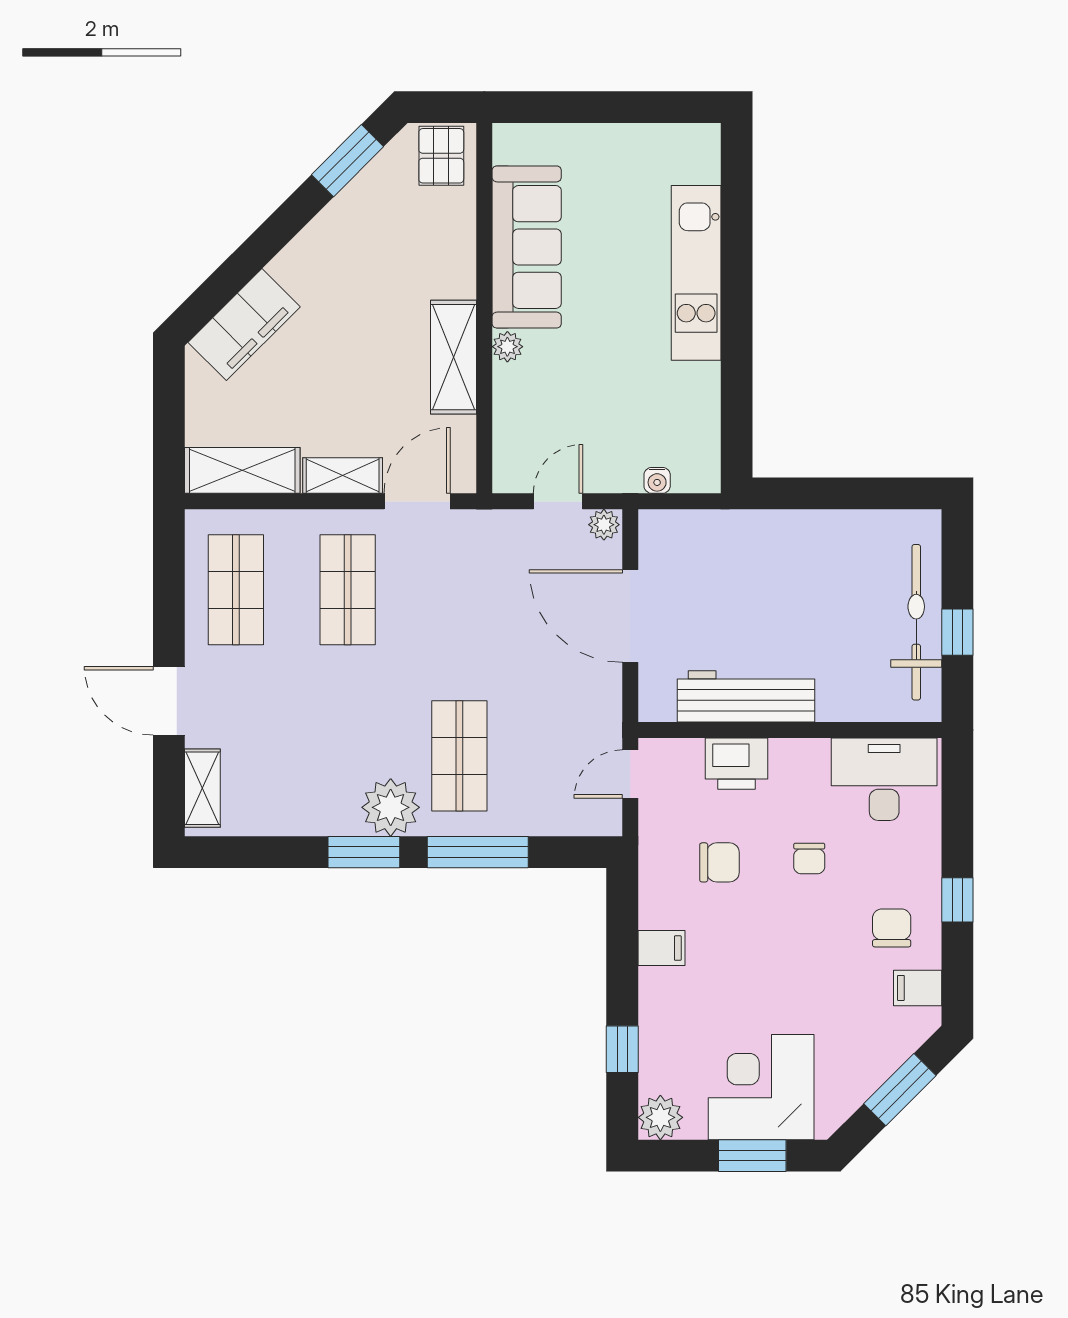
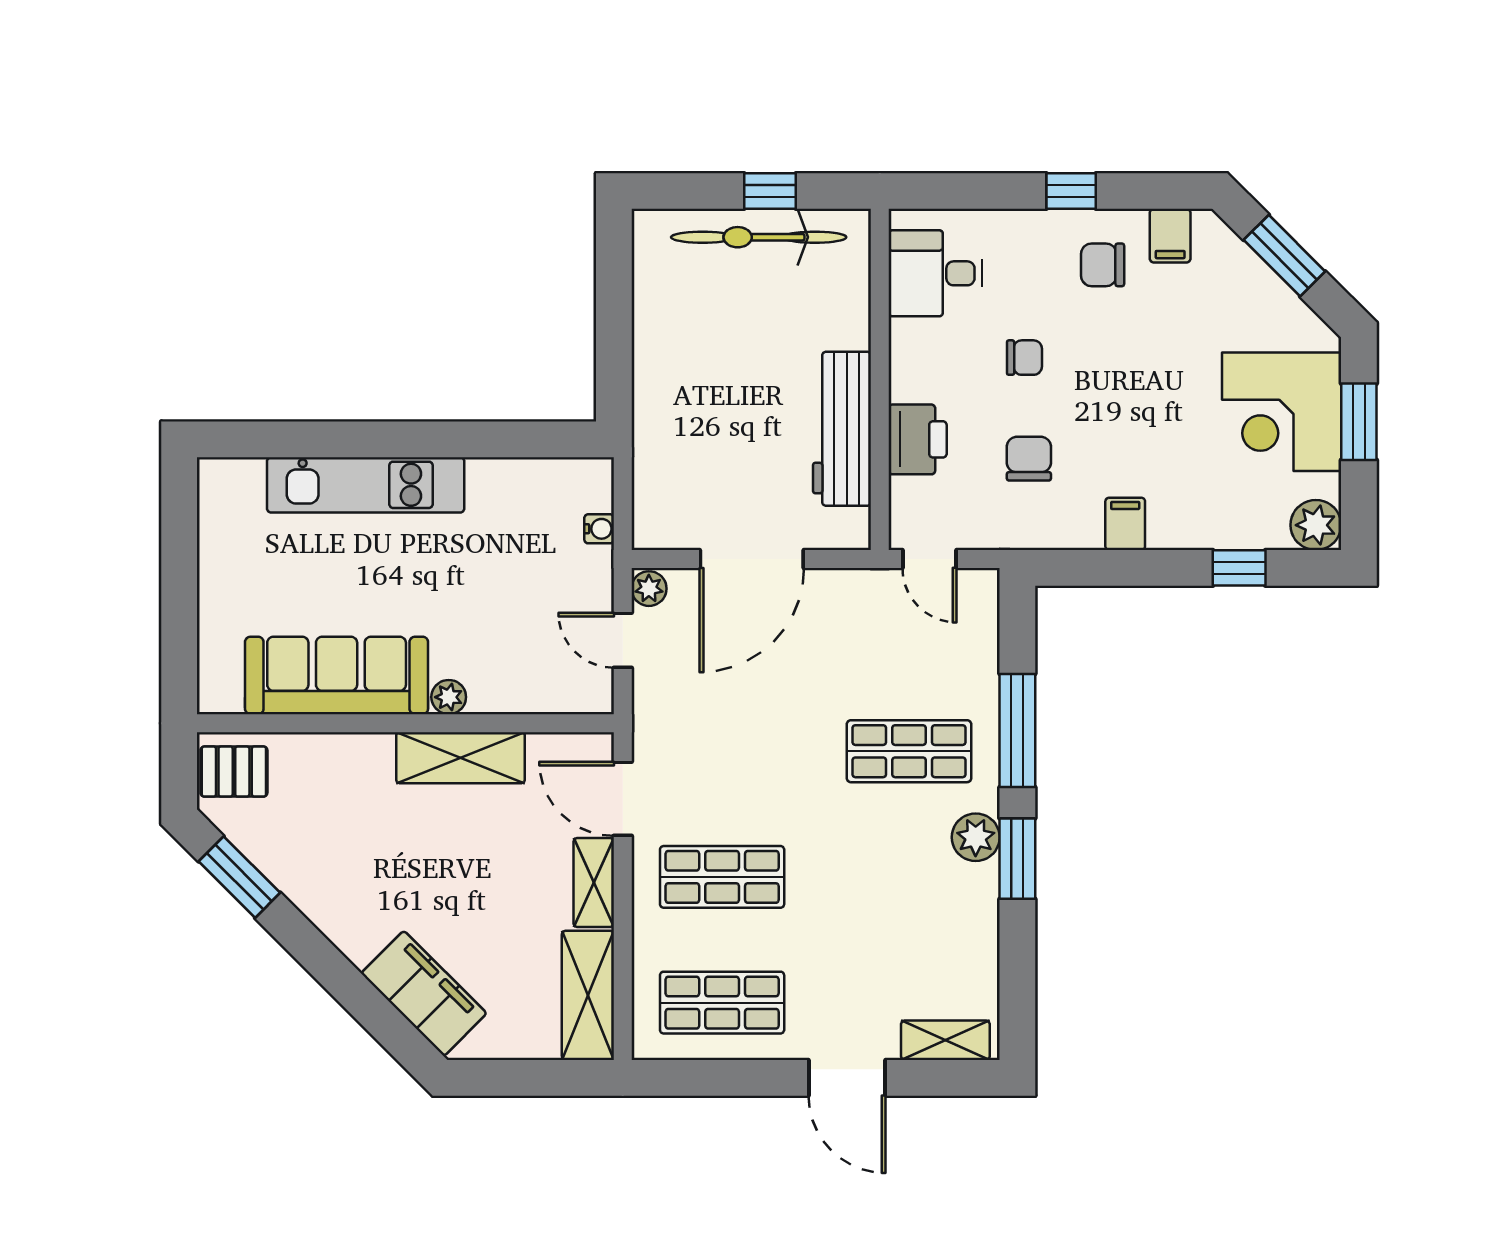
door: (169, 701) -> (847, 1078), hinge flipped
desk: (884, 779) -> (935, 273), width x0.73
plant: (391, 807) -> (976, 837), width x0.73, depth x0.73

